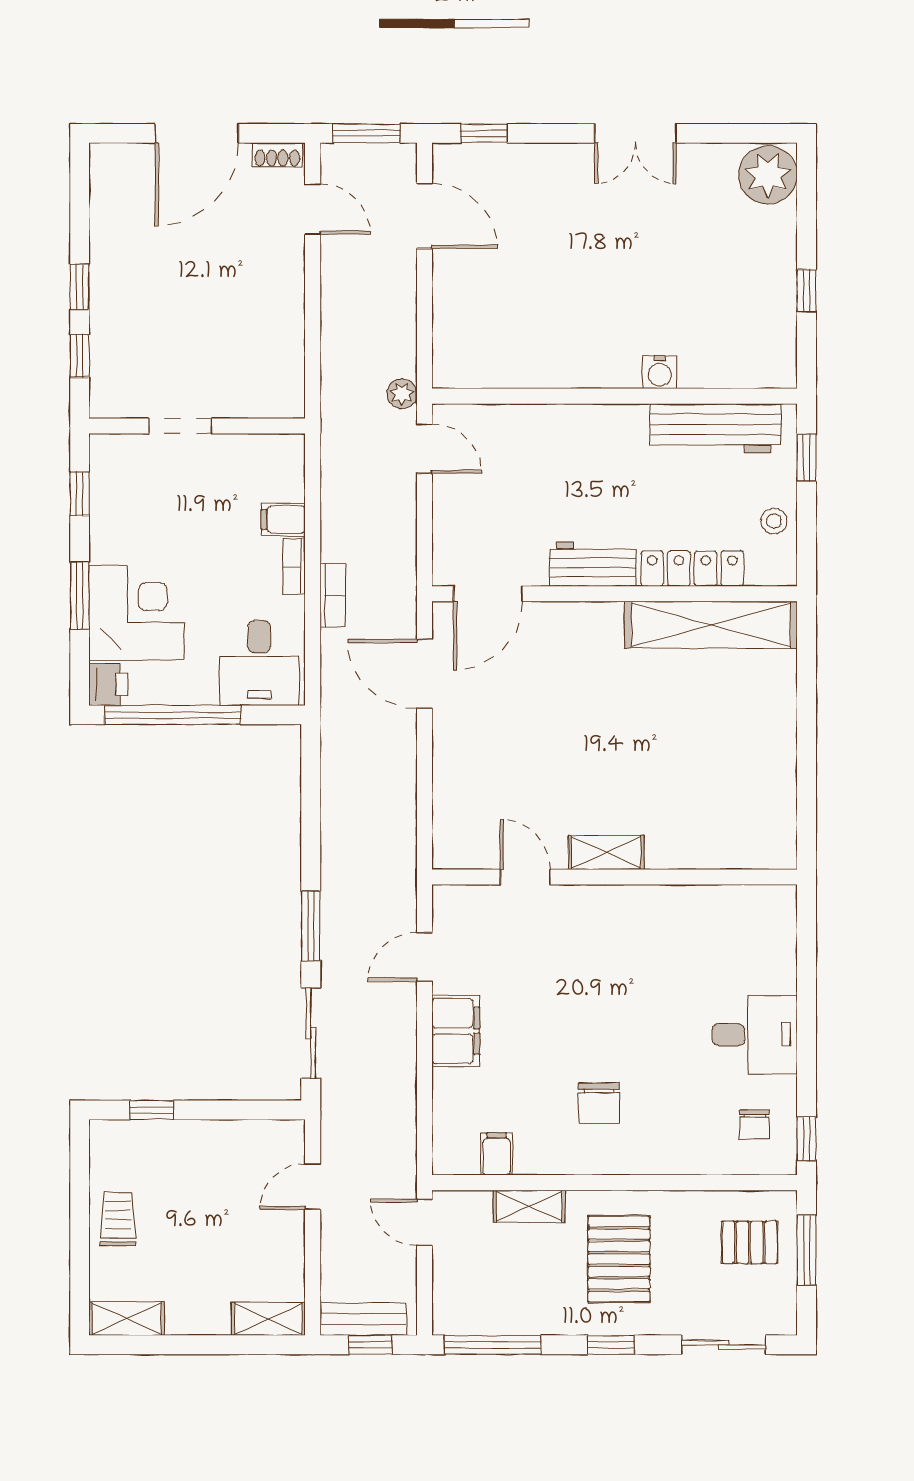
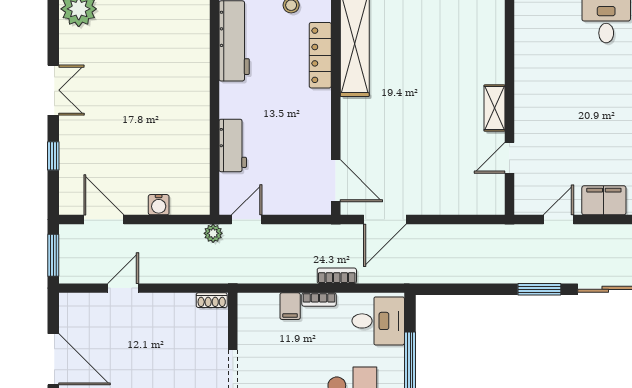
window: (484, 133) -> (53, 156), moved
shoe rack: (277, 155) -> (212, 300), moved, turned 90
door: (313, 209) -> (123, 288), moved
door: (424, 216) -> (104, 220), hinge flipped
water cooler: (660, 372) -> (159, 205), moved, turned 90
workbench: (593, 564) -> (233, 145), moved, turned 180
door: (424, 957) -> (559, 220), swing flipped

